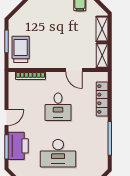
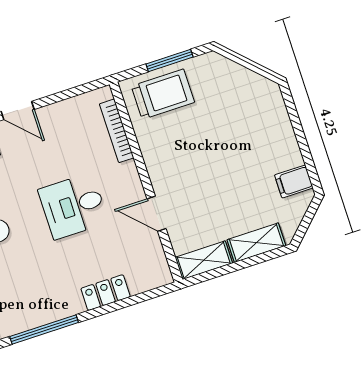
door: (74, 70) -> (156, 214), hinge flipped
locker: (102, 99) -> (106, 293), width x0.66

